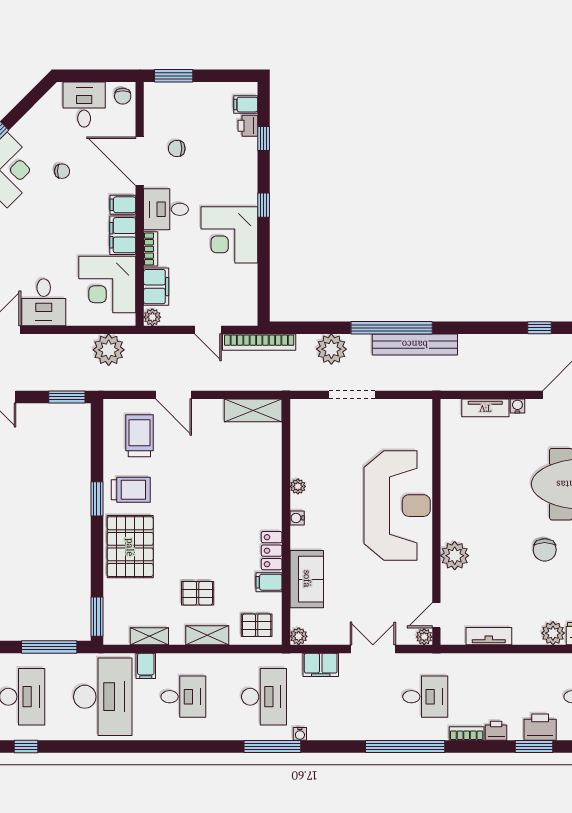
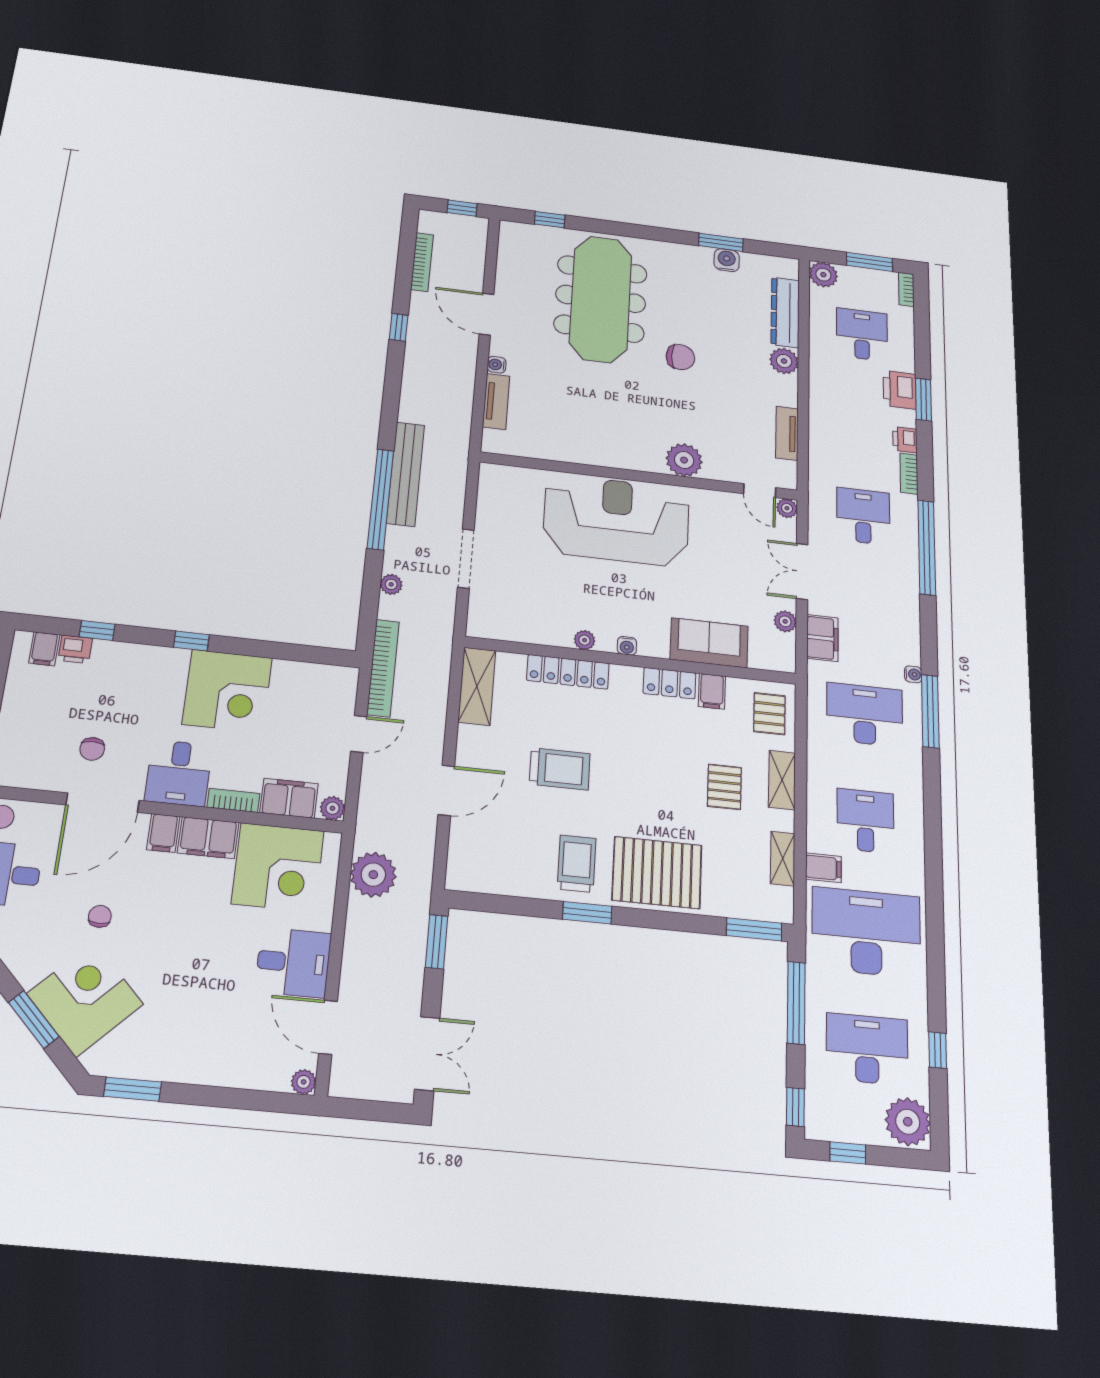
plant: (331, 349) -> (391, 584), width x0.53, depth x0.53
trolley: (139, 436) -> (560, 769), moved, turned 180
locker: (272, 476) -> (568, 672), added
plant: (299, 636) -> (785, 621), moved

